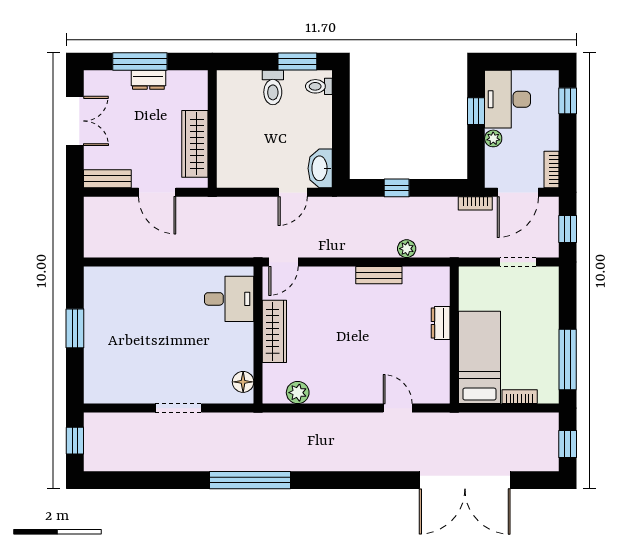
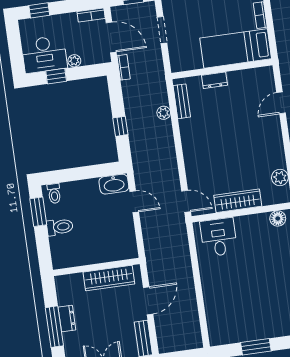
bench: (379, 275) -> (182, 101), moved

